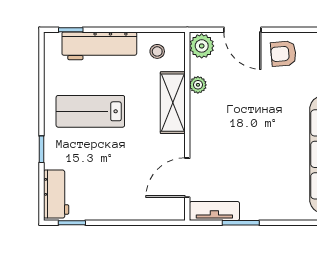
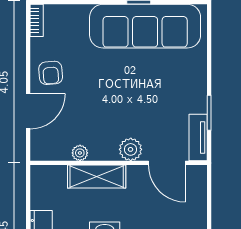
plant: (202, 46) -> (131, 149), moved
stool: (157, 51) -> (49, 191), removed

